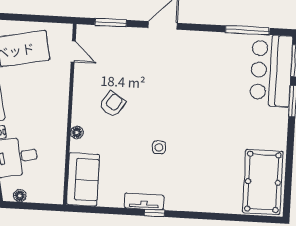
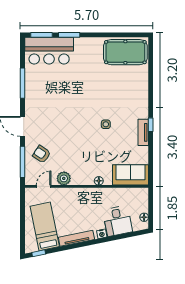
window: (111, 22) -> (22, 162), width x1.44
window: (247, 30) -> (22, 83), moved
plant: (83, 82) -> (64, 178), added
armchair: (112, 104) -> (42, 154), moved

